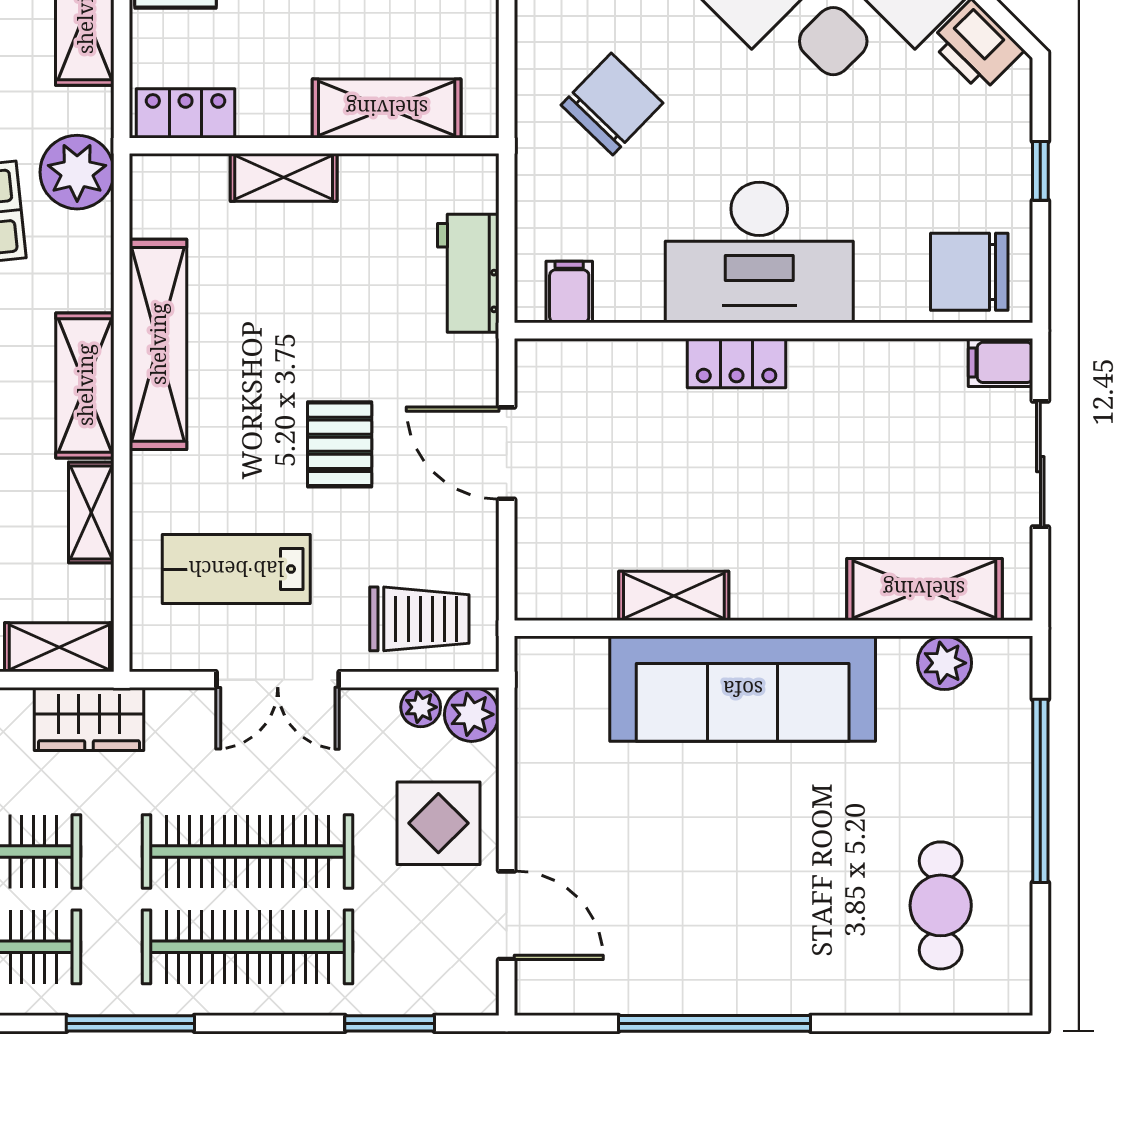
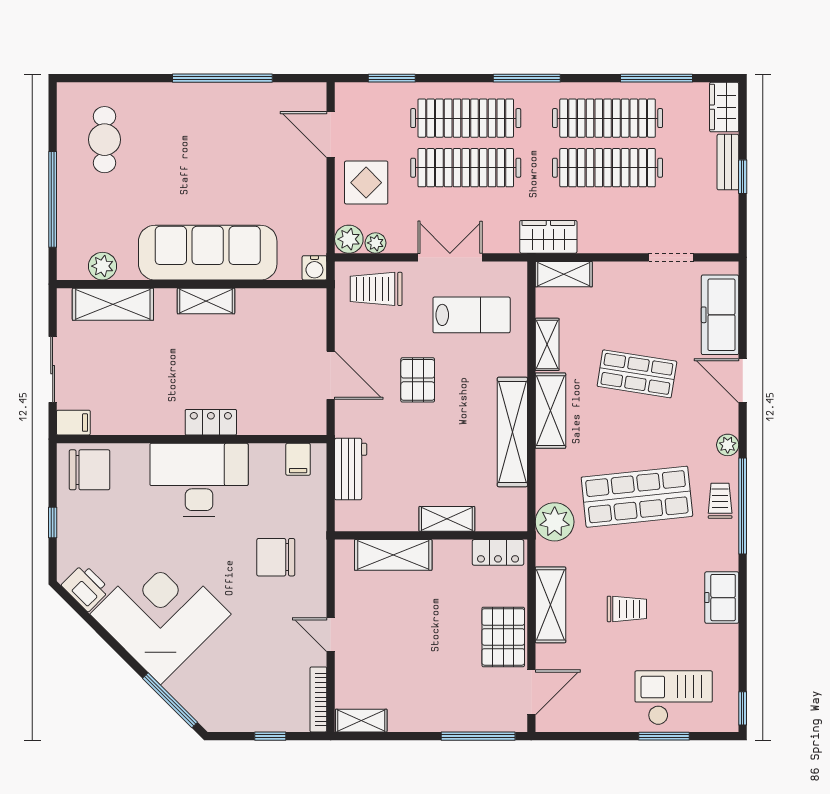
chair: (612, 104) -> (276, 557), turned 46
shelving: (674, 596) -> (206, 301), moved
water cooler: (538, 659) -> (314, 268), added

